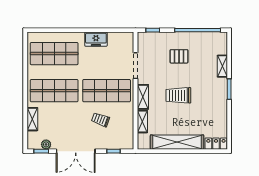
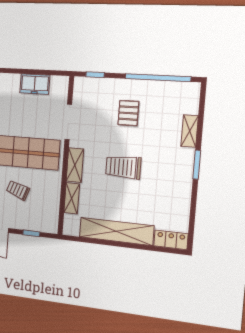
freezer: (96, 39) -> (35, 84), moved
pallet: (179, 56) -> (128, 113), turned 90

